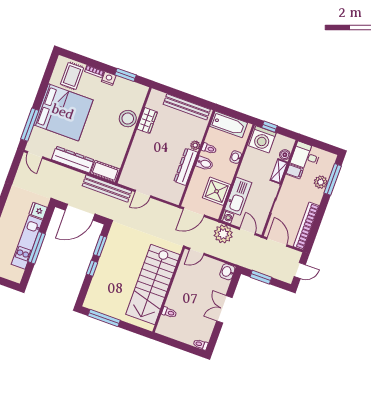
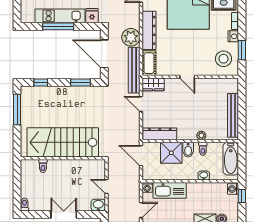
stool: (128, 119) -> (223, 59), moved
wardrobe: (147, 120) -> (153, 84), moved
door: (132, 138) -> (187, 77), added
washing machine: (262, 139) -> (233, 189), width x0.53, depth x0.53
dresser: (186, 167) -> (160, 134), moved
shower: (217, 191) -> (171, 153), moved
plant: (223, 234) -> (131, 37), moved
door: (197, 252) -> (107, 186), moved
window: (92, 268) -> (41, 83), moved

